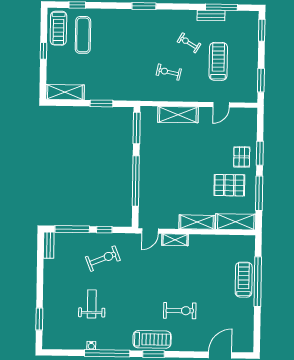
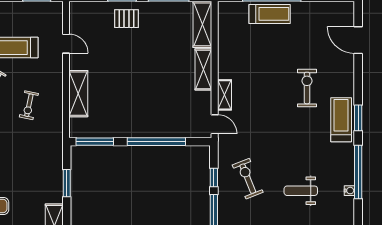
pallet: (229, 185) -> (160, 32), removed
treadmill: (244, 280) -> (270, 14), turned 180

